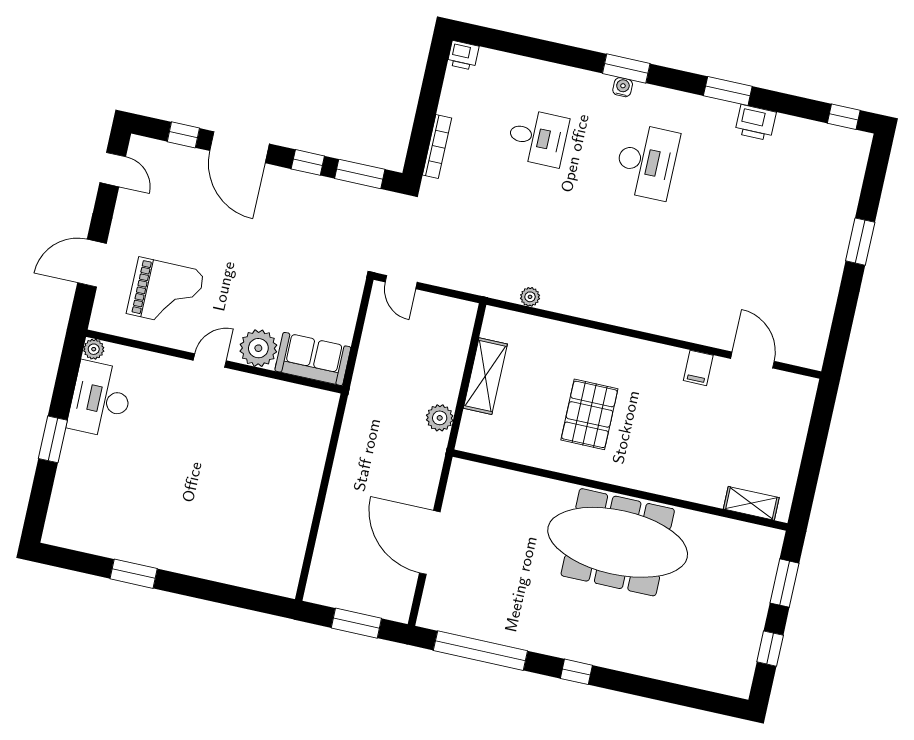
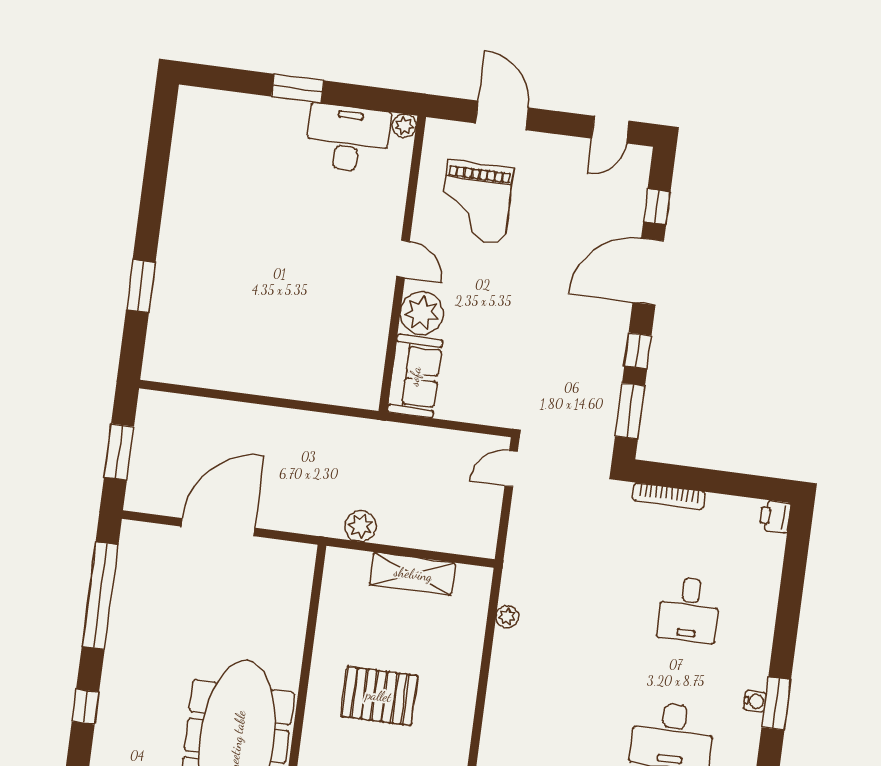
window: (134, 574) -> (141, 286), moved

